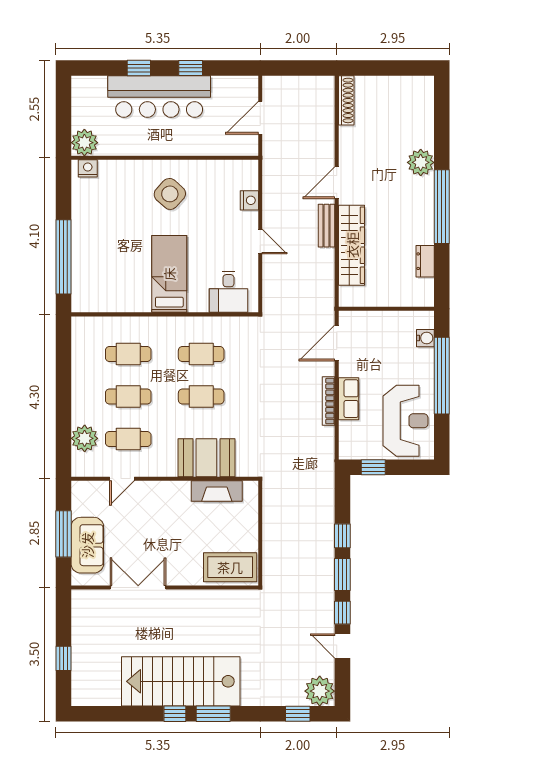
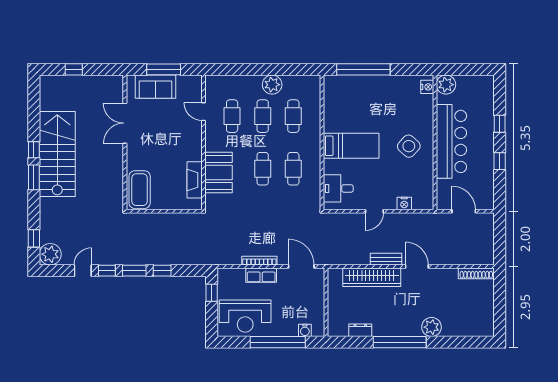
bar counter: (159, 97) -> (451, 141), moved, turned 180
plant: (85, 438) -> (272, 85), moved
double door: (138, 588) -> (125, 123), swing flipped

